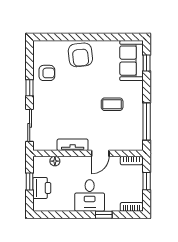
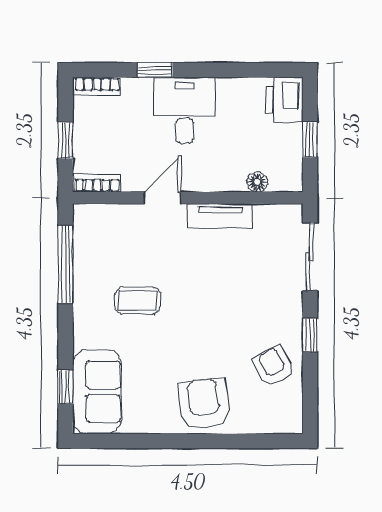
armchair: (47, 73) -> (274, 366), turned 60
printer: (42, 188) -> (284, 100), moved

